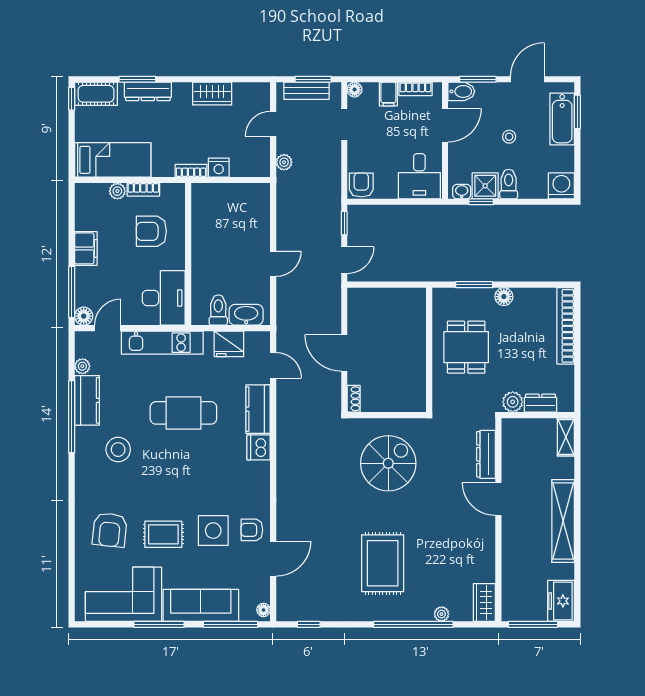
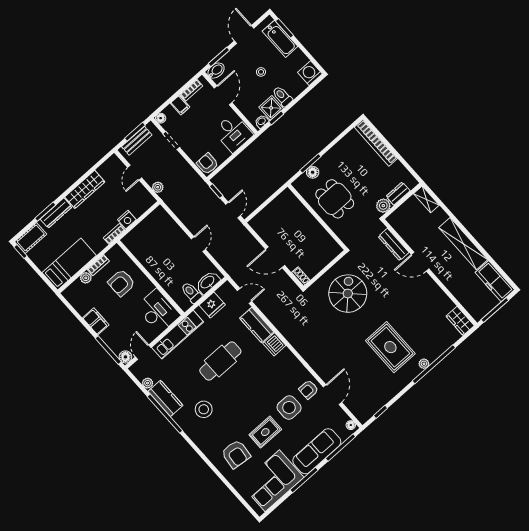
wardrobe: (212, 94) -> (85, 189), width x1.50
floor lamp: (504, 297) -> (313, 172), moved
freezer: (561, 601) -> (495, 281), width x1.40
plant: (442, 614) -> (424, 364), moved

